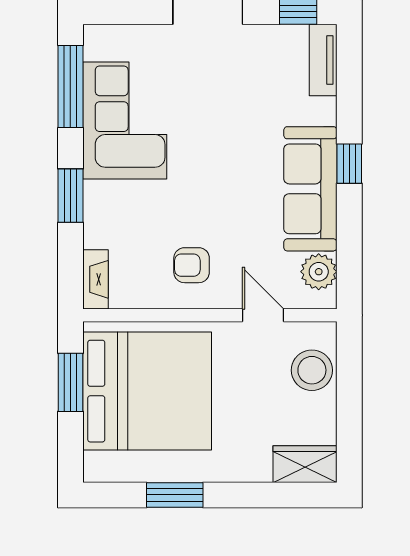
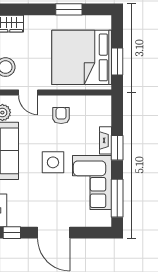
side table: (209, 164) -> (53, 162), added
armchair: (192, 265) -> (61, 116), turned -90
fireplace: (96, 279) -> (105, 140), moved

